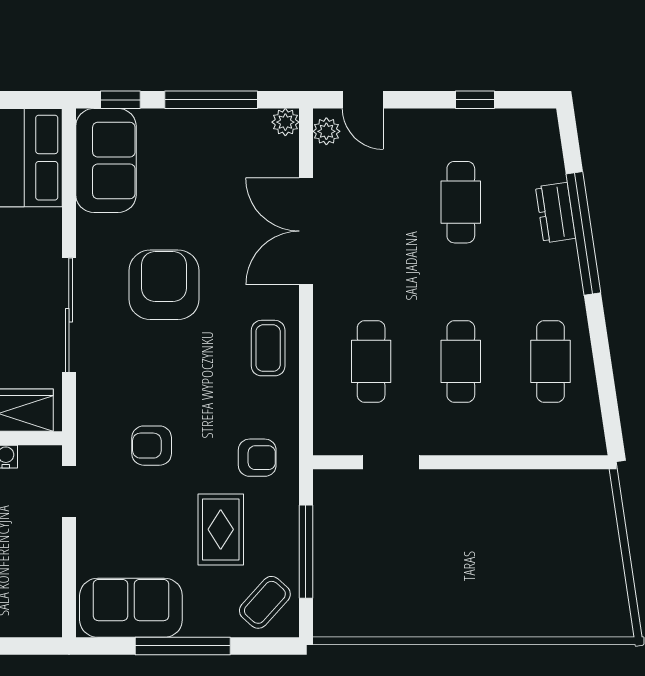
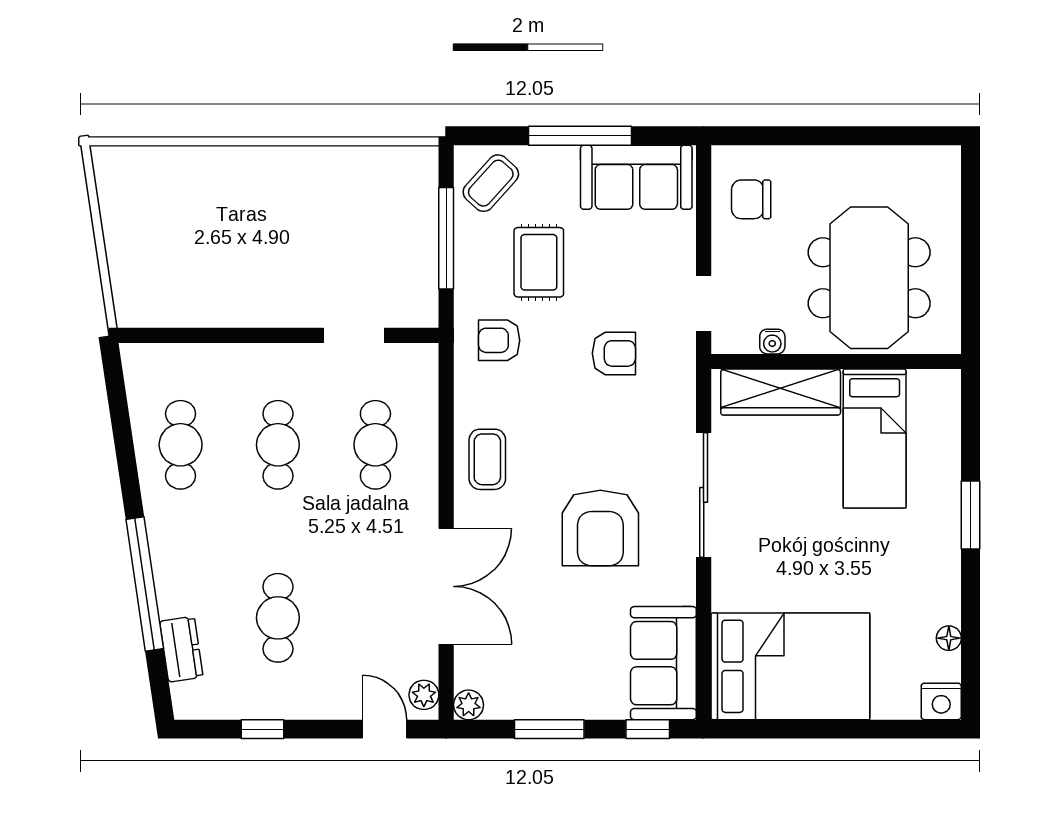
window: (211, 100) -> (549, 729), width x0.69
dresser: (555, 213) -> (181, 649), moved
chair: (25, 587) -> (751, 199), added

